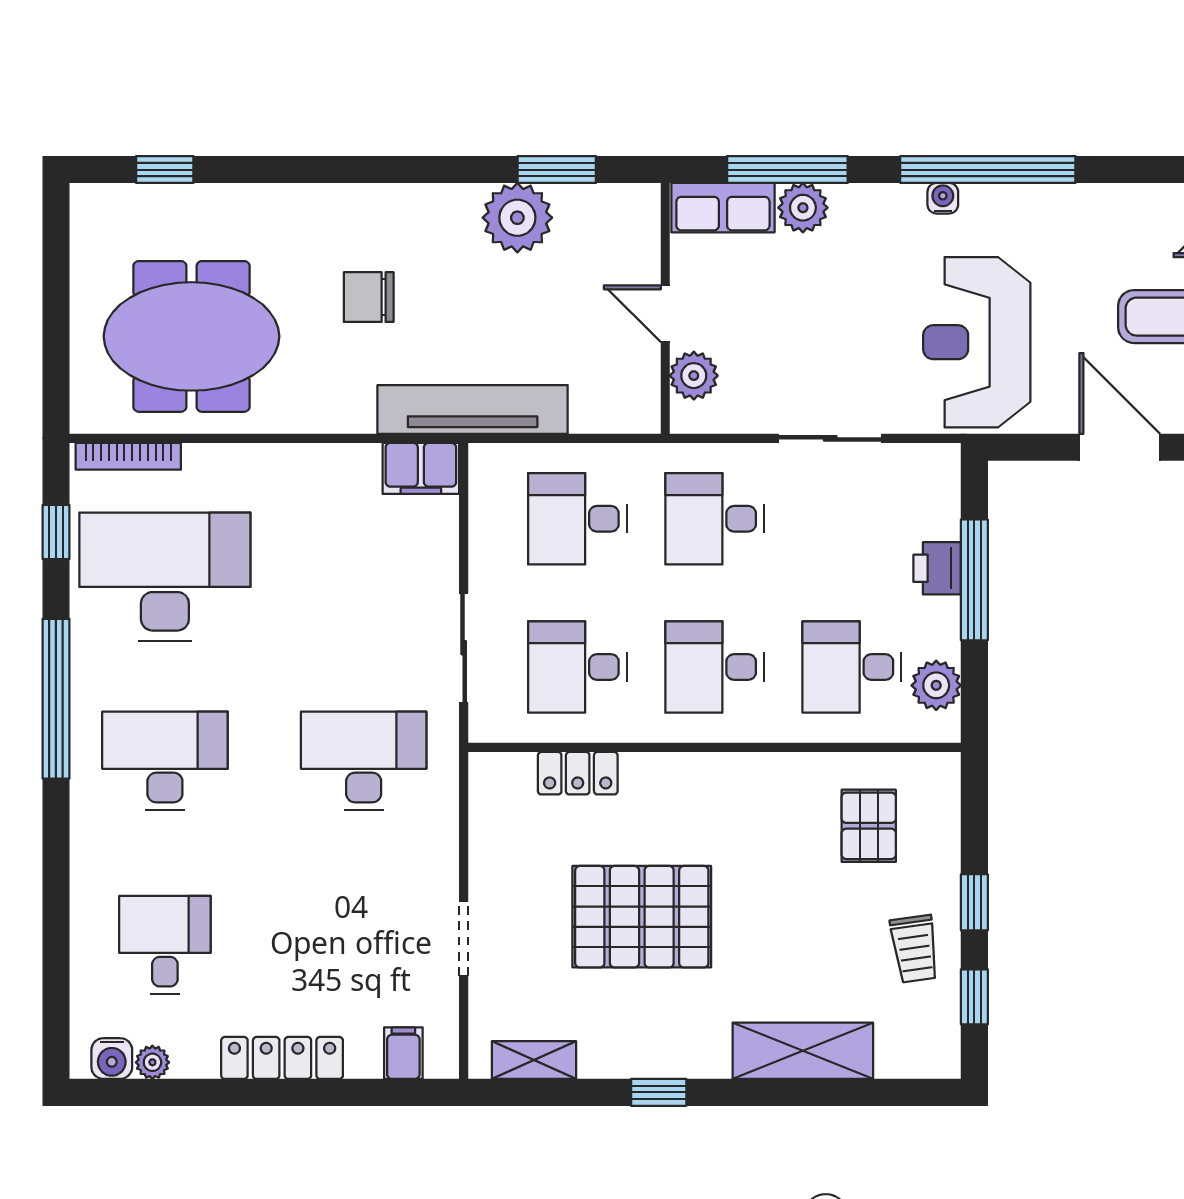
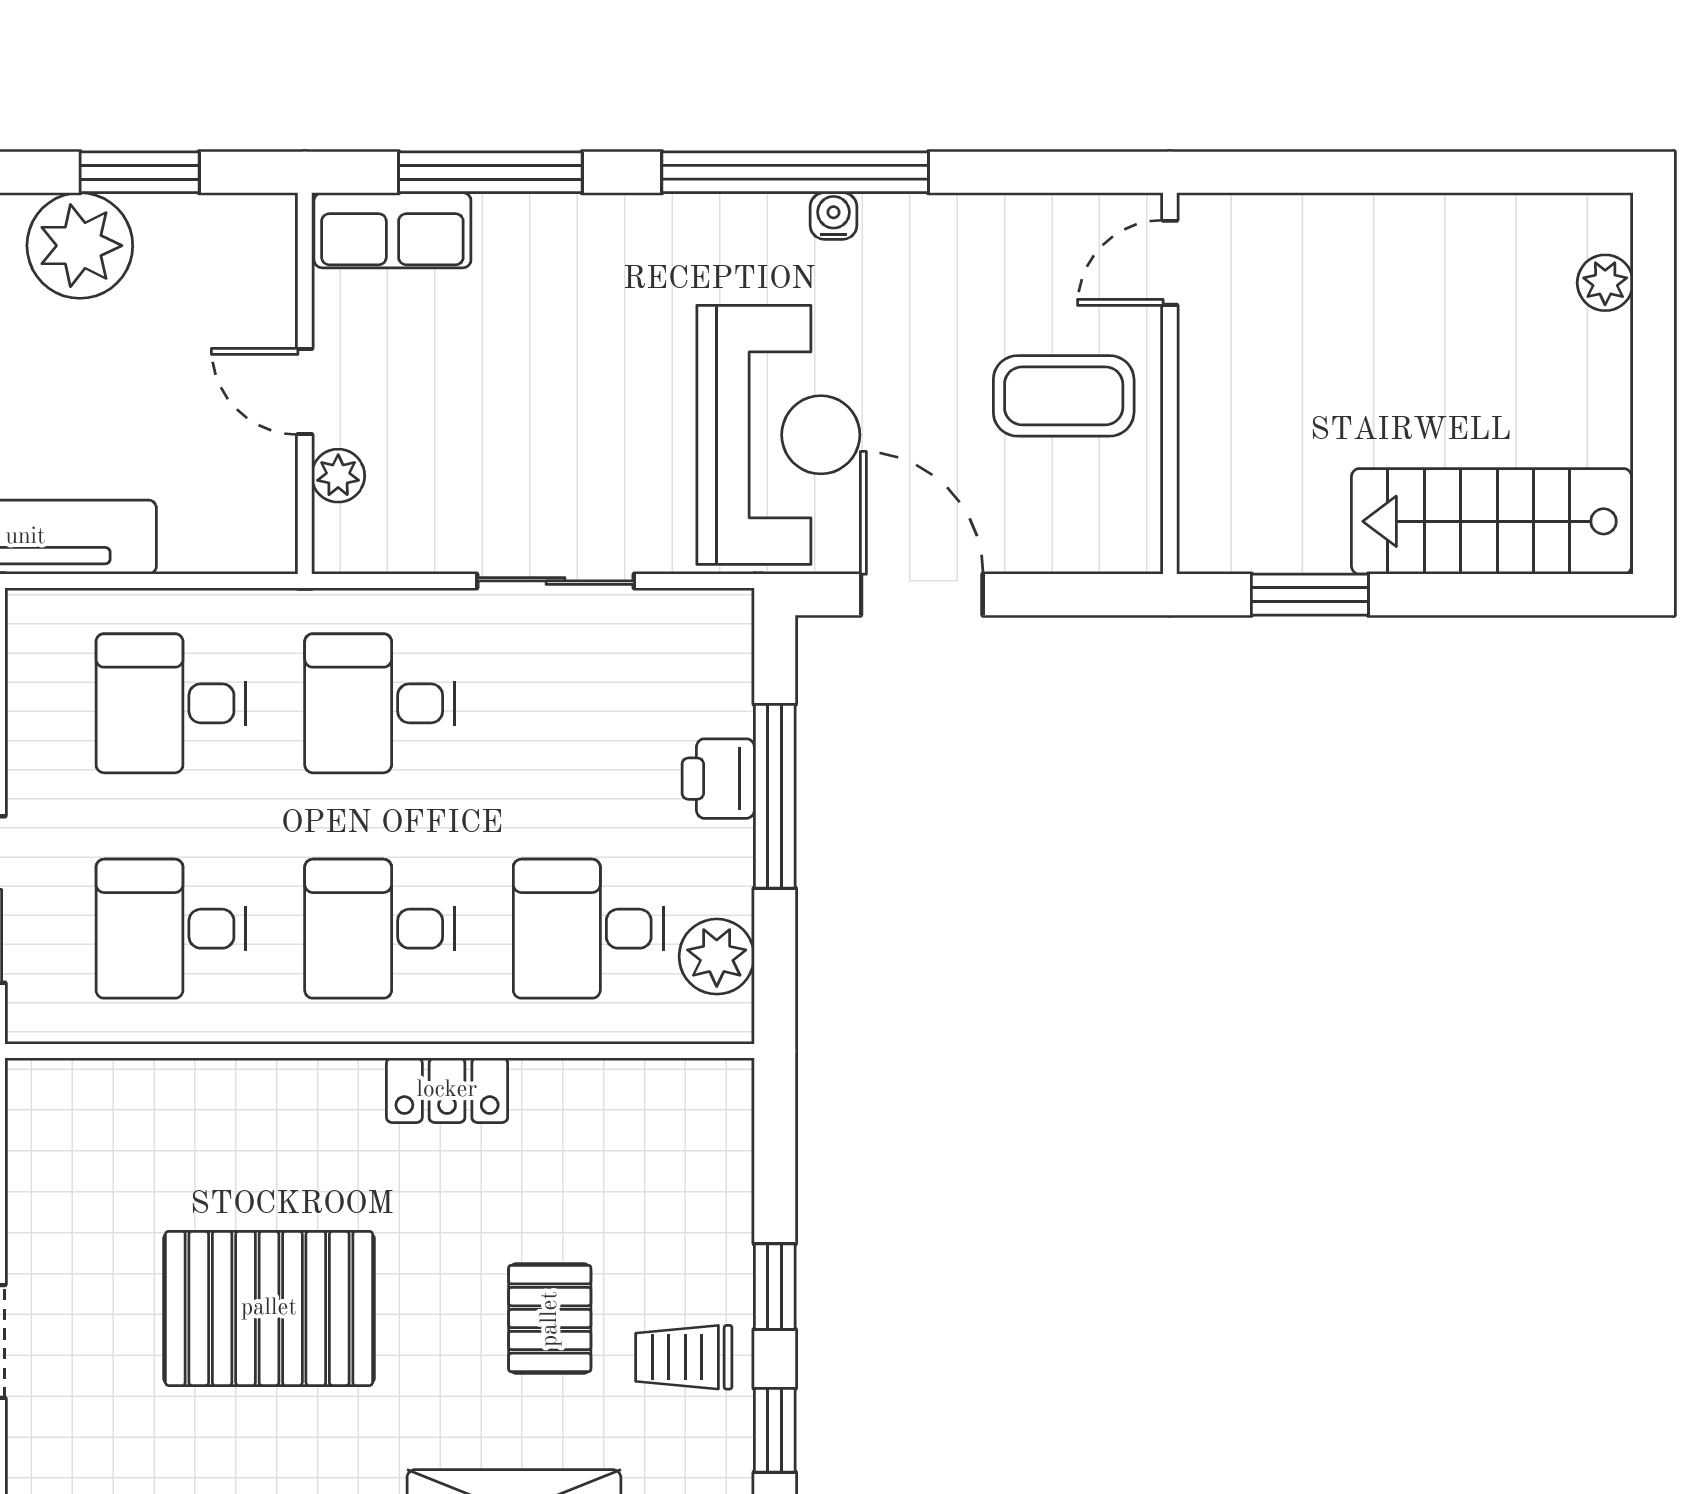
water cooler: (943, 198) -> (833, 216), moved
plant: (803, 208) -> (514, 230), removed
reception desk: (977, 342) -> (778, 435), turned 180
plant: (694, 376) -> (338, 476), width x0.73, depth x0.73
door: (1120, 447) -> (922, 595), moved
locker: (578, 773) -> (447, 1090), moved
pallet: (869, 826) -> (550, 1319), moved
trolley: (915, 949) -> (684, 1357), turned 98

